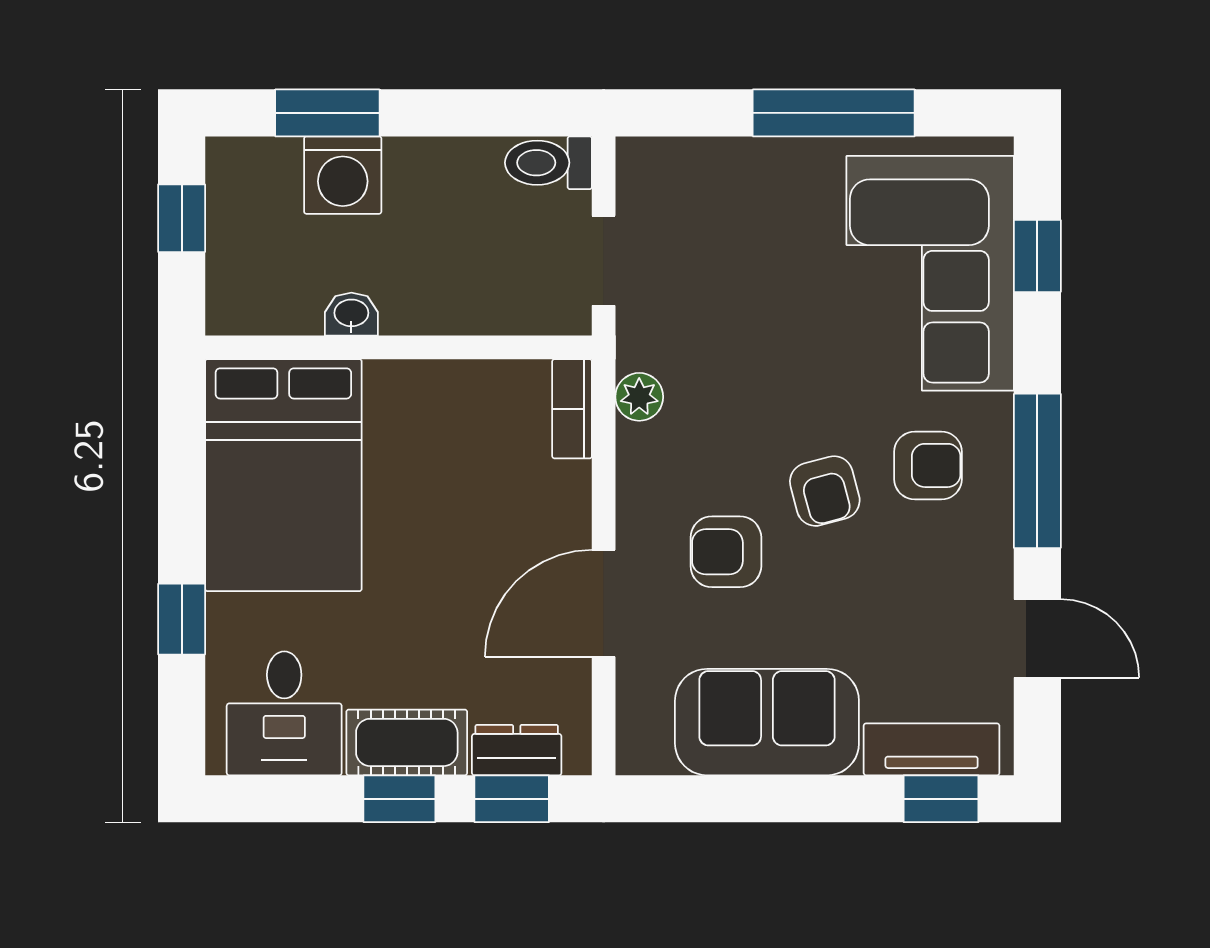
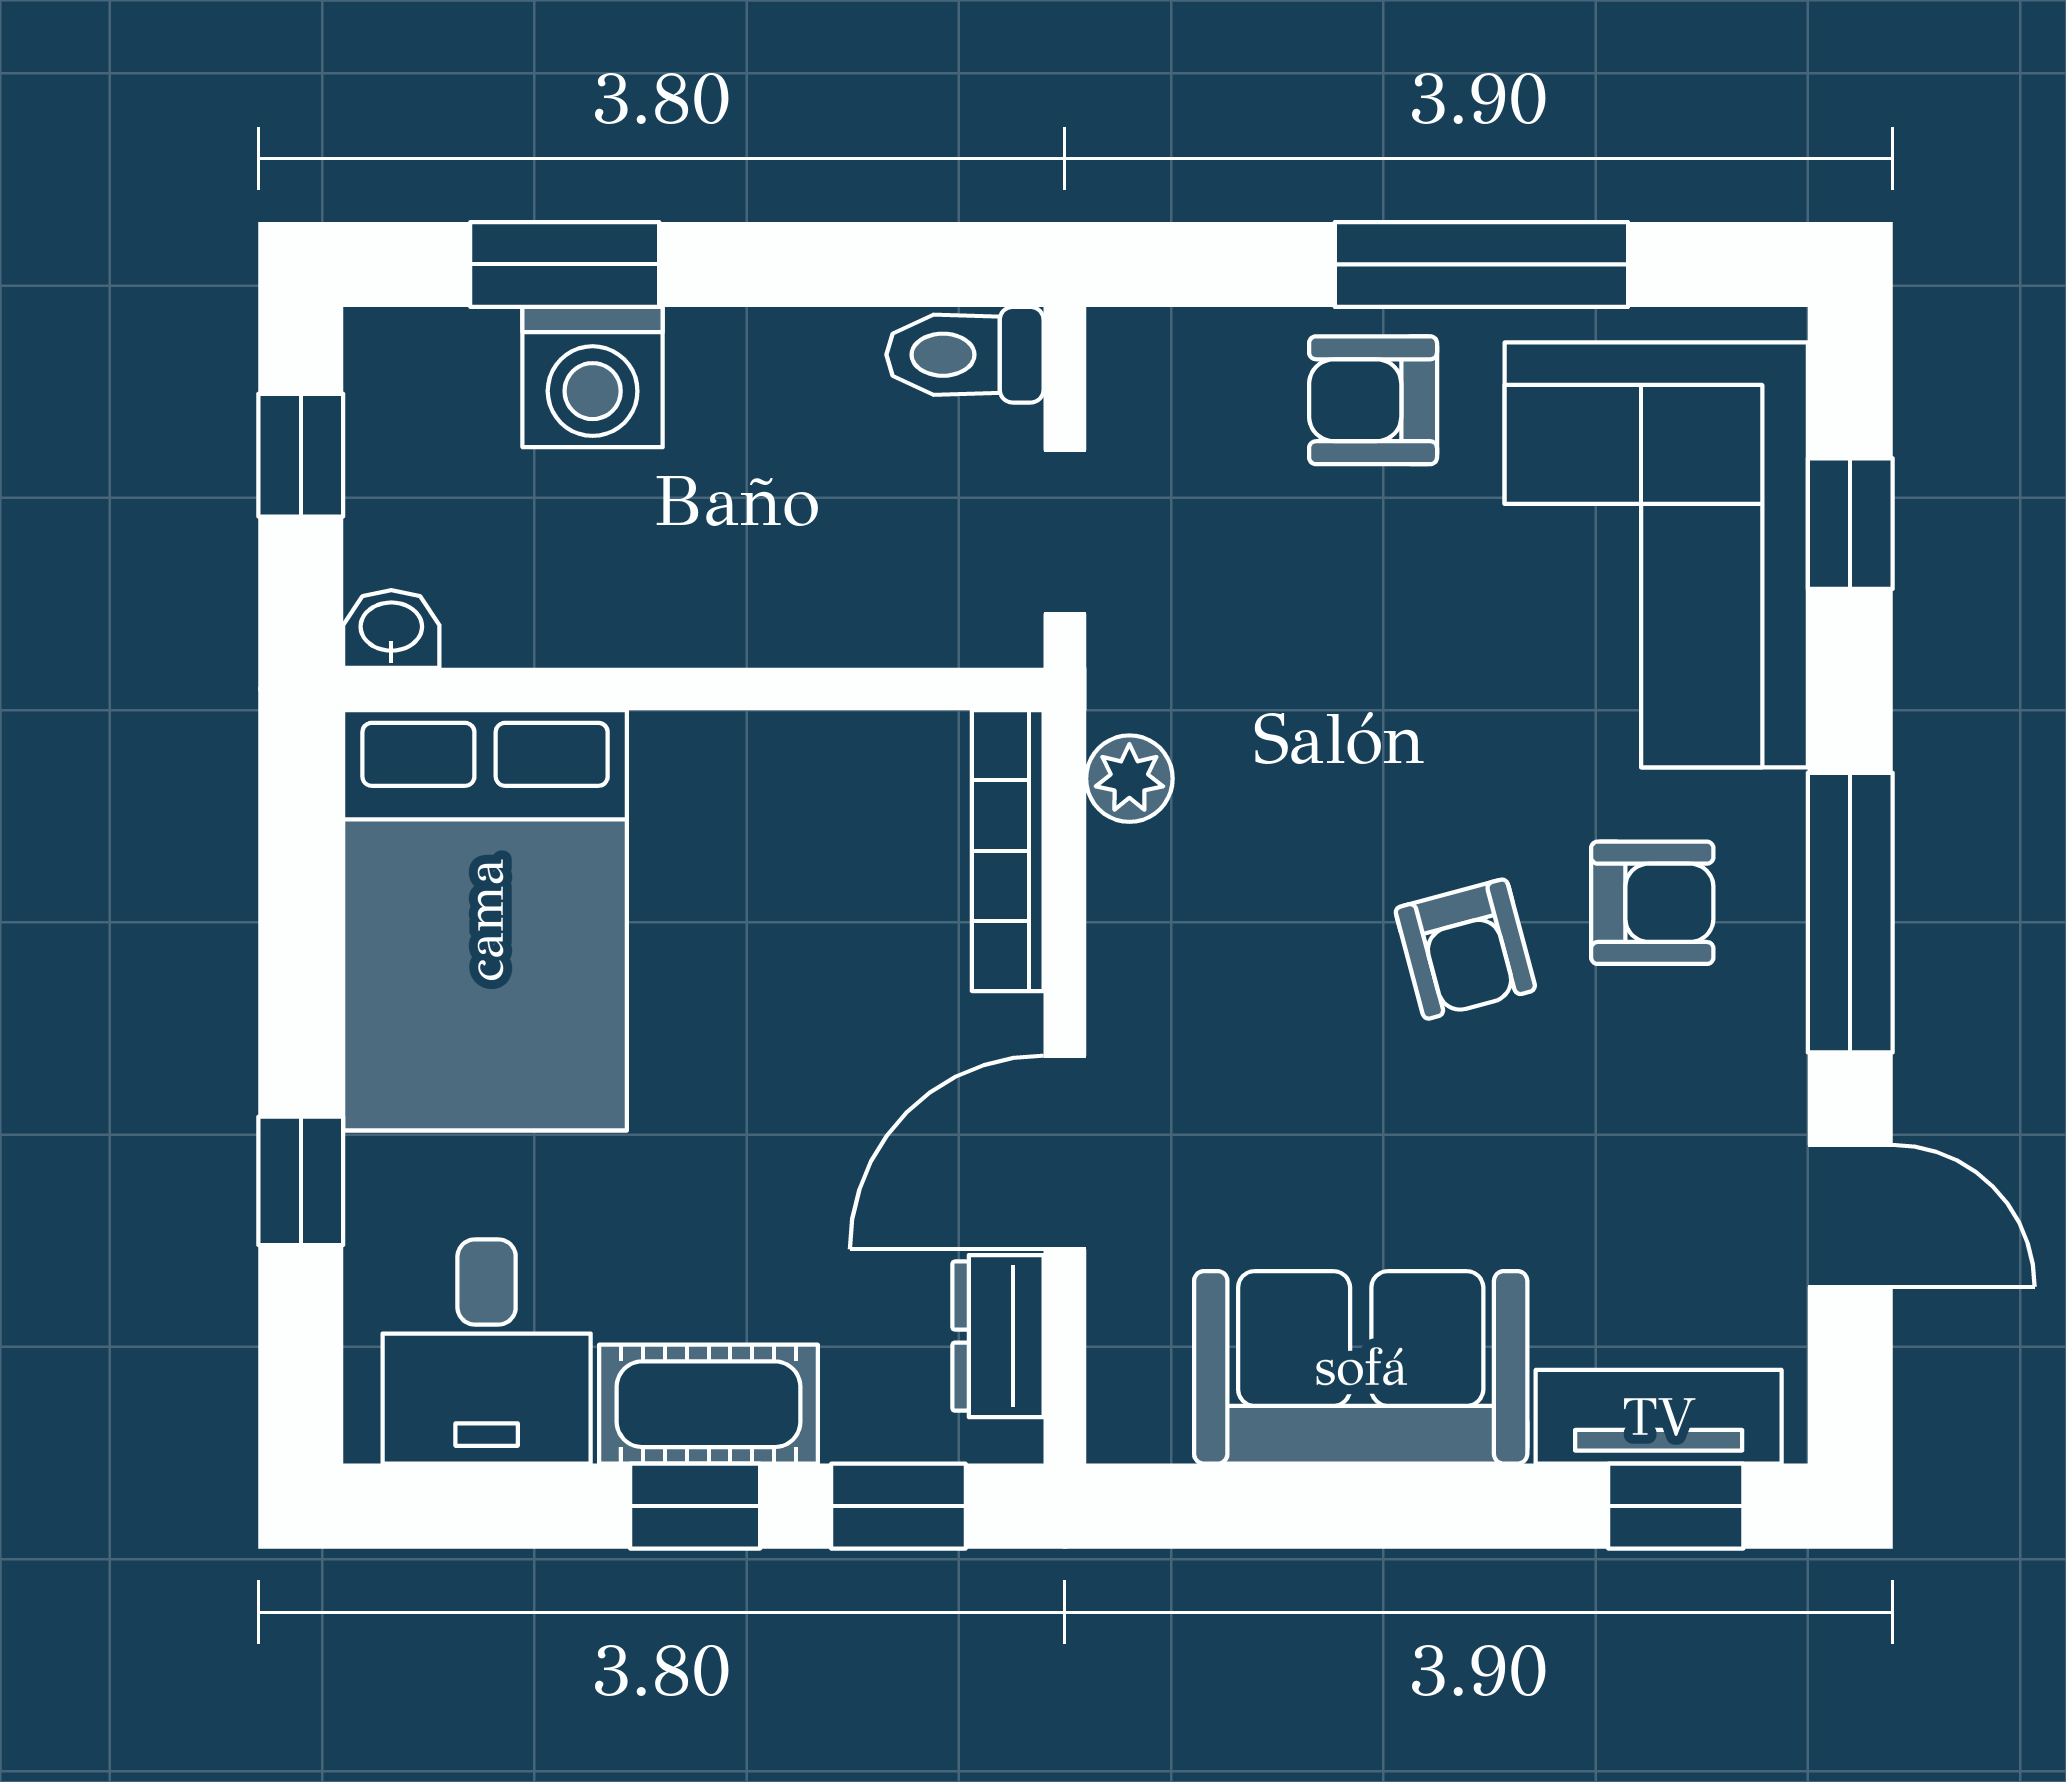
washbasin: (351, 314) -> (391, 629), moved
bookcase: (572, 409) -> (1008, 851), width x1.56
armchair: (726, 552) -> (1373, 400), moved
dresser: (517, 750) -> (998, 1336), moved, turned -90

